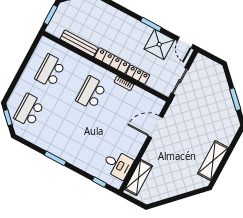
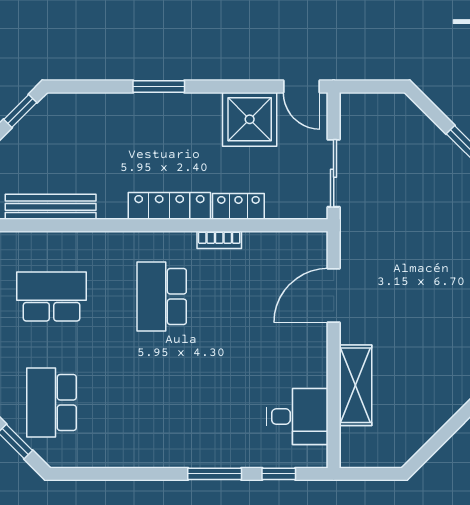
window: (151, 24) -> (159, 86), moved
bench: (79, 43) -> (51, 207), moved
school desk: (50, 71) -> (52, 297), turned 90
window: (55, 158) -> (215, 474), moved
shelving: (139, 178) -> (356, 385), moved

